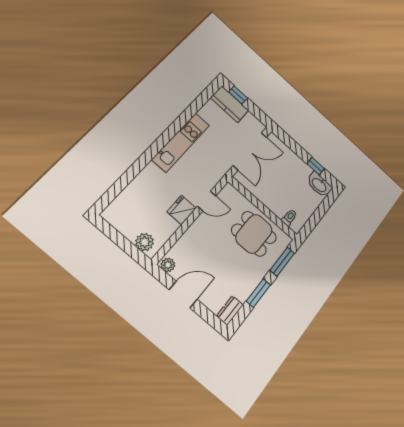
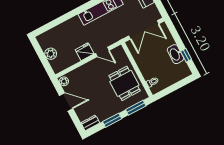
washbasin: (319, 185) -> (175, 54), moved
plant: (145, 242) -> (51, 54), moved

